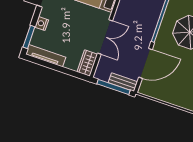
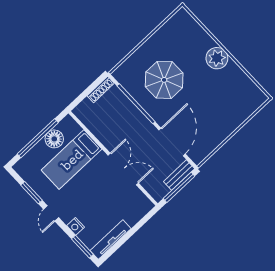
wardrobe: (87, 63) -> (140, 201), removed

